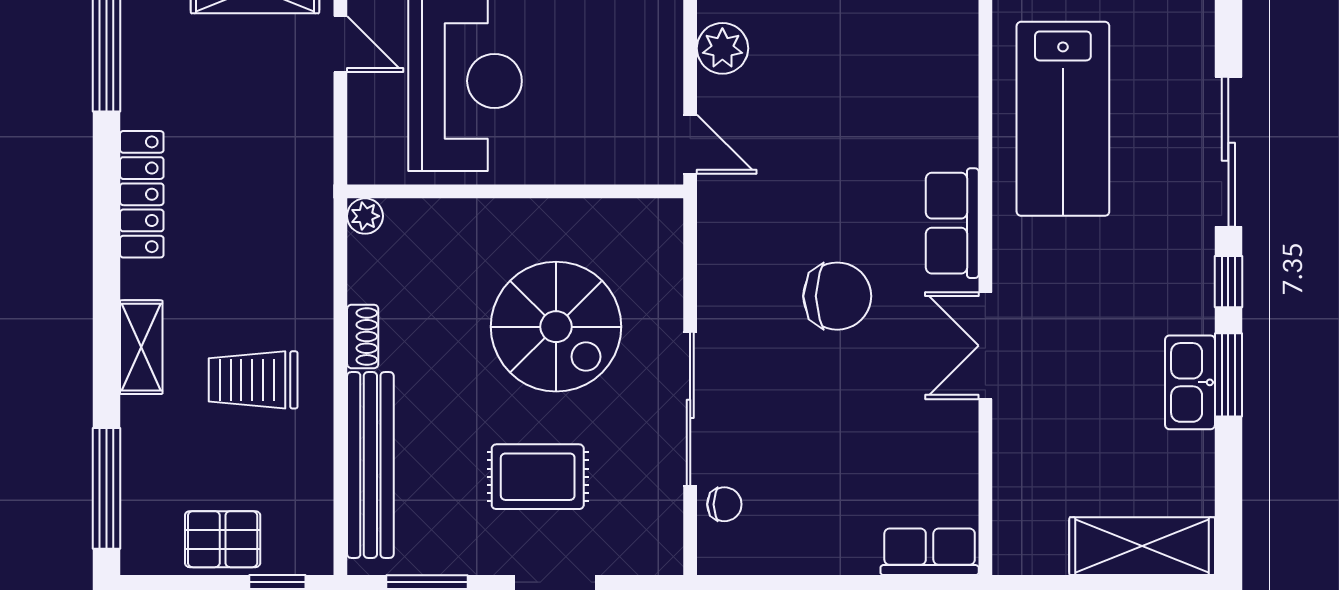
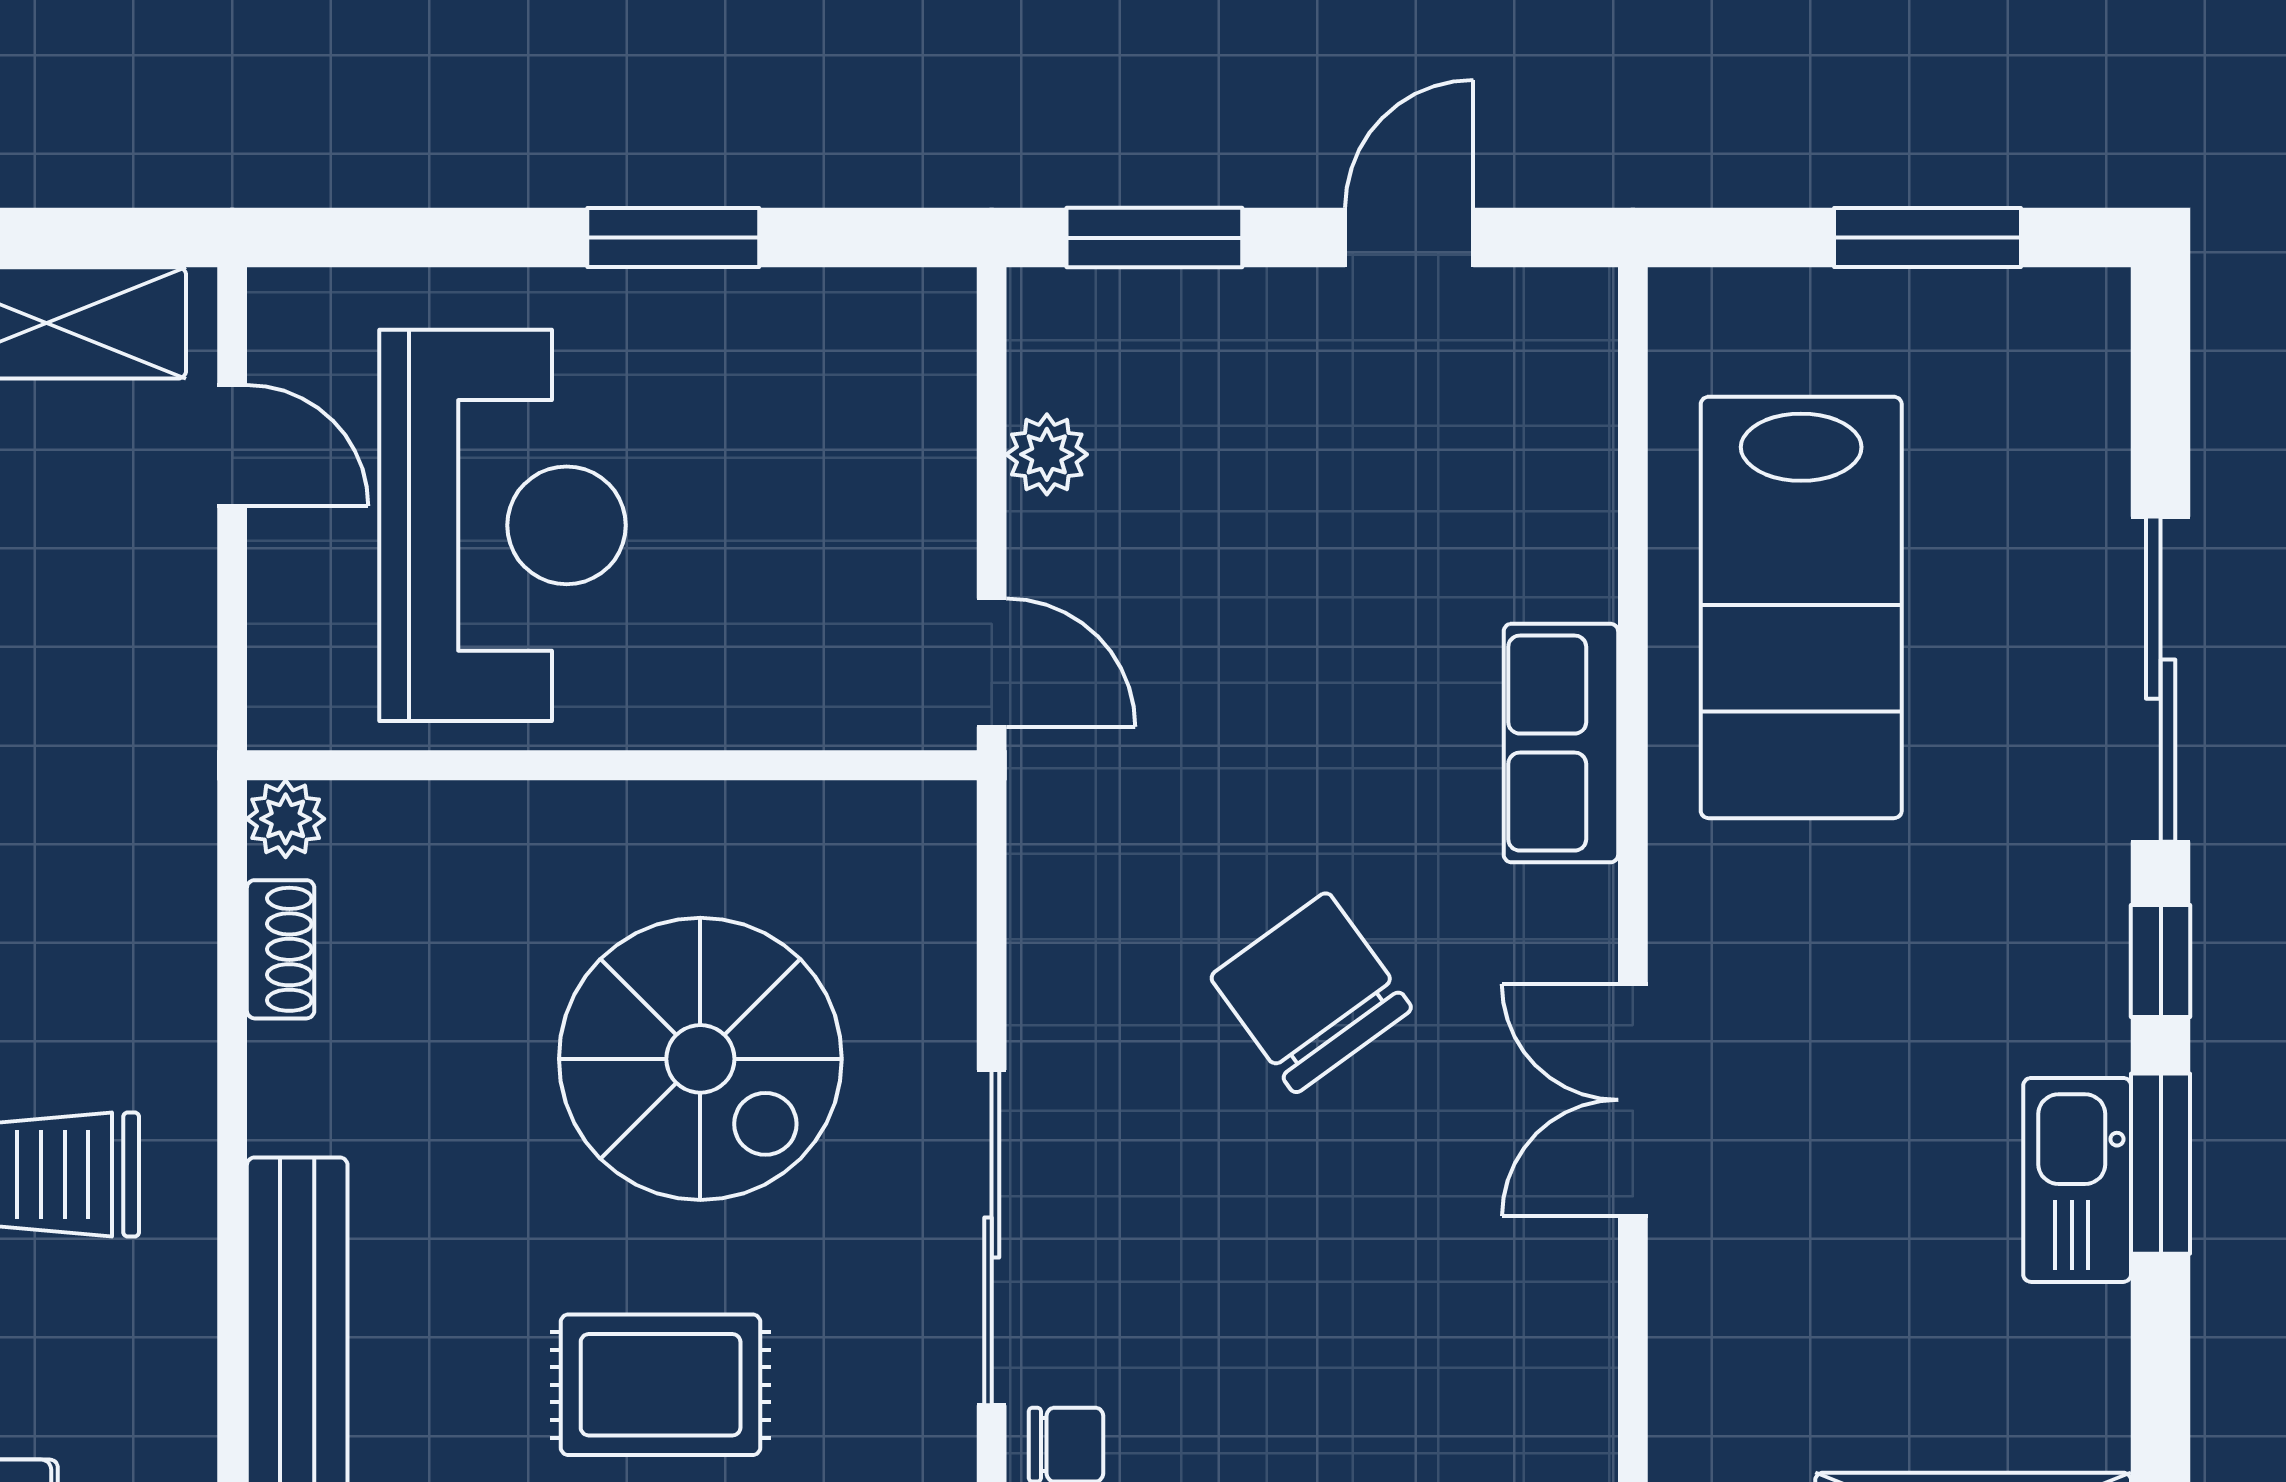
plant: (722, 48) -> (1047, 454), width x0.73, depth x0.73
row of seats: (952, 223) -> (1561, 743), moved
chair: (837, 296) -> (1311, 993), turned -126
shoe rack: (363, 336) -> (281, 949), moved

